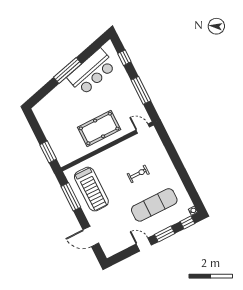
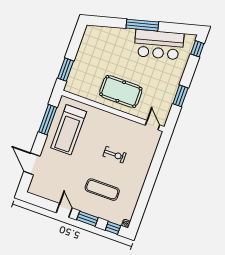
window: (124, 58) -> (197, 49), moved
window: (141, 90) -> (180, 96), width x0.69
exercise mat: (154, 205) -> (102, 190), width x0.73, depth x0.69

